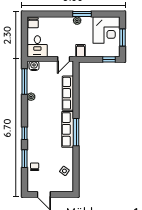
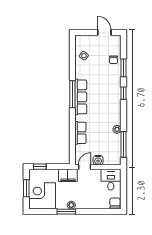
filing cabinet: (80, 51) -> (68, 175), width x2.00
water cooler: (34, 66) -> (98, 160), moved
row of seats: (68, 93) -> (80, 133), width x0.68

